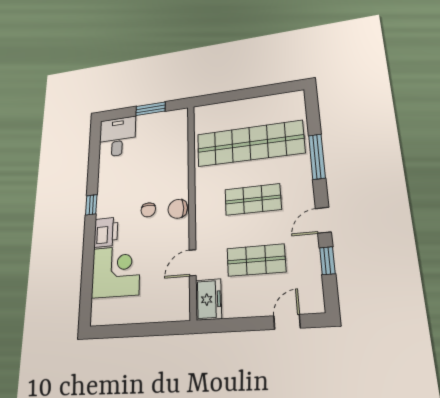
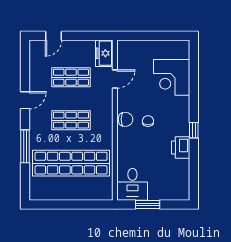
desk: (117, 137) -> (132, 184), moved
printer: (106, 232) -> (181, 148), moved
window: (327, 261) -> (25, 73), removed

